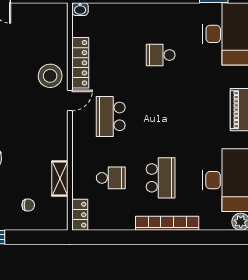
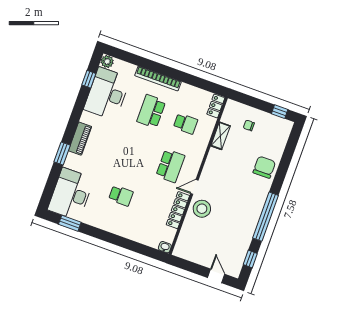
school desk: (111, 178) -> (185, 124), turned 180

